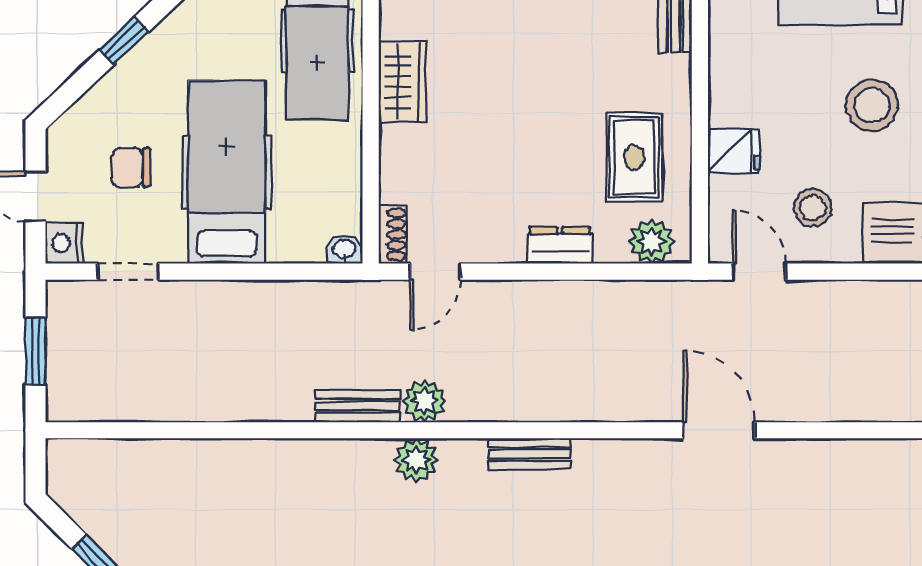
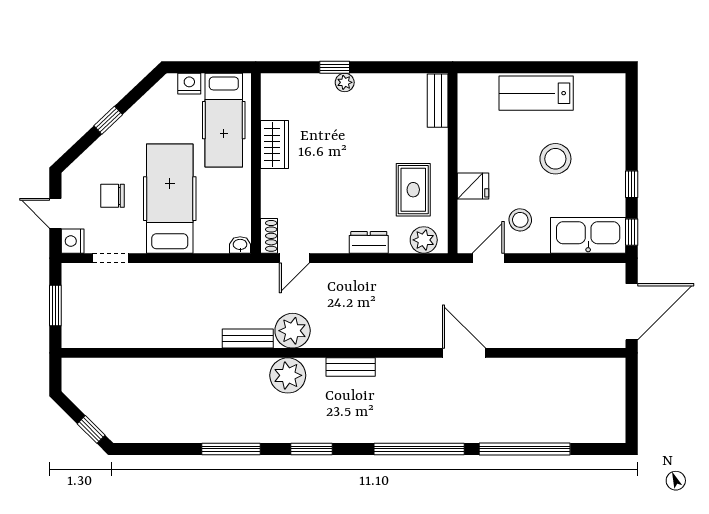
door: (759, 272) -> (488, 258), hinge flipped
plant: (424, 401) -> (293, 331), width x1.36, depth x1.36
plant: (416, 460) -> (288, 375), width x1.36, depth x1.36

